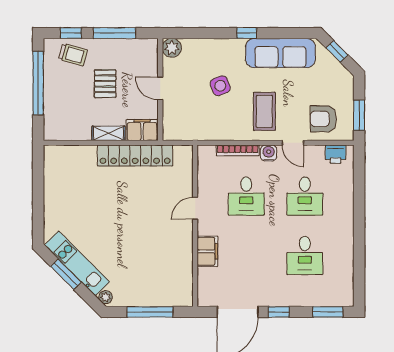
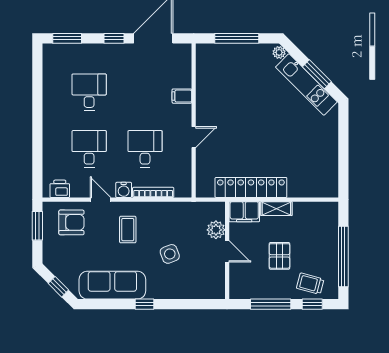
plant: (172, 48) -> (216, 230), moved
coffee table: (264, 111) -> (128, 230), width x0.73, depth x0.77
filing cabinet: (207, 251) -> (182, 96), width x0.50

